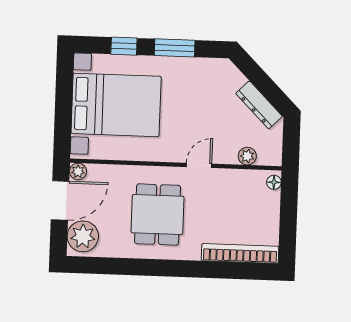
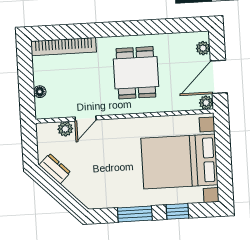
dresser: (259, 105) -> (55, 169), width x0.70
door: (199, 165) -> (86, 118), moved
floor lamp: (274, 182) -> (40, 92), moved
plant: (83, 236) -> (203, 48), width x0.53, depth x0.53

